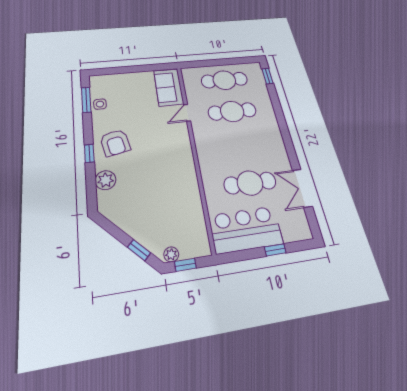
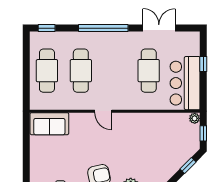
door: (187, 113) -> (103, 111), moved
window: (284, 128) -> (103, 28), added
double door: (302, 188) -> (159, 28), swing flipped
plant: (171, 254) -> (195, 118), moved

